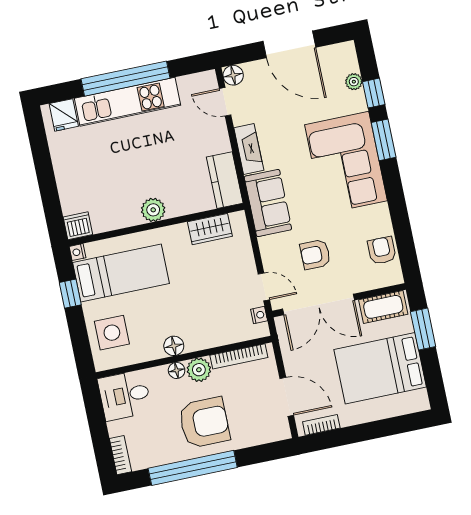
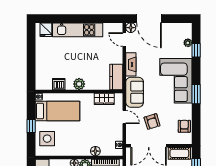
door: (289, 44) -> (149, 19), moved
window: (126, 79) -> (79, 19), removed
window: (384, 140) -> (196, 94), moved
dishwasher: (78, 226) -> (59, 84), moved
armchair: (315, 254) -> (152, 121), turned -107
door: (264, 287) -> (124, 117), moved
window: (70, 294) -> (31, 126), moved
floor lamp: (174, 346) -> (95, 151), moved

